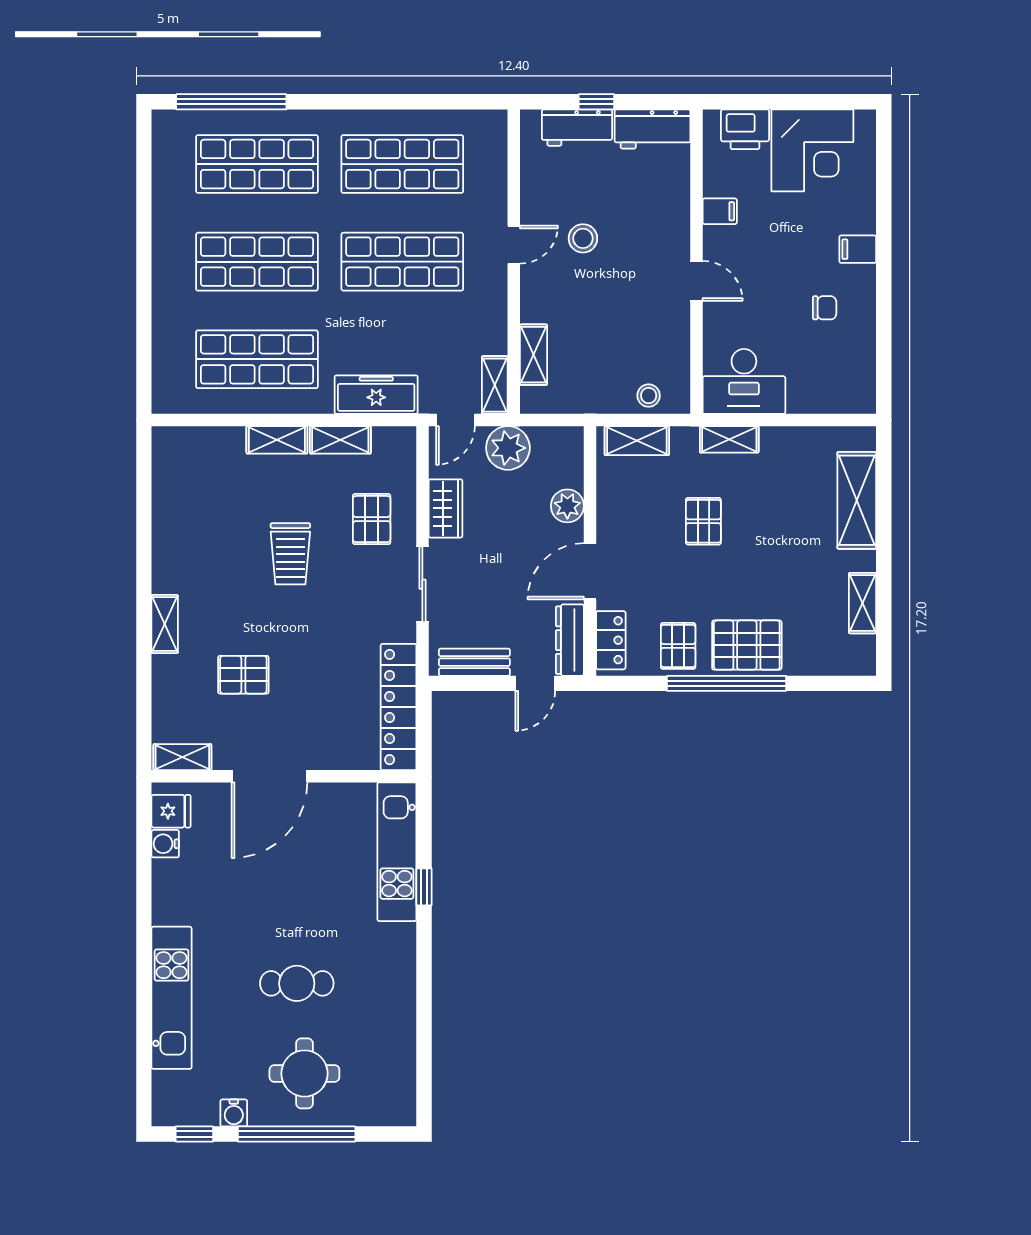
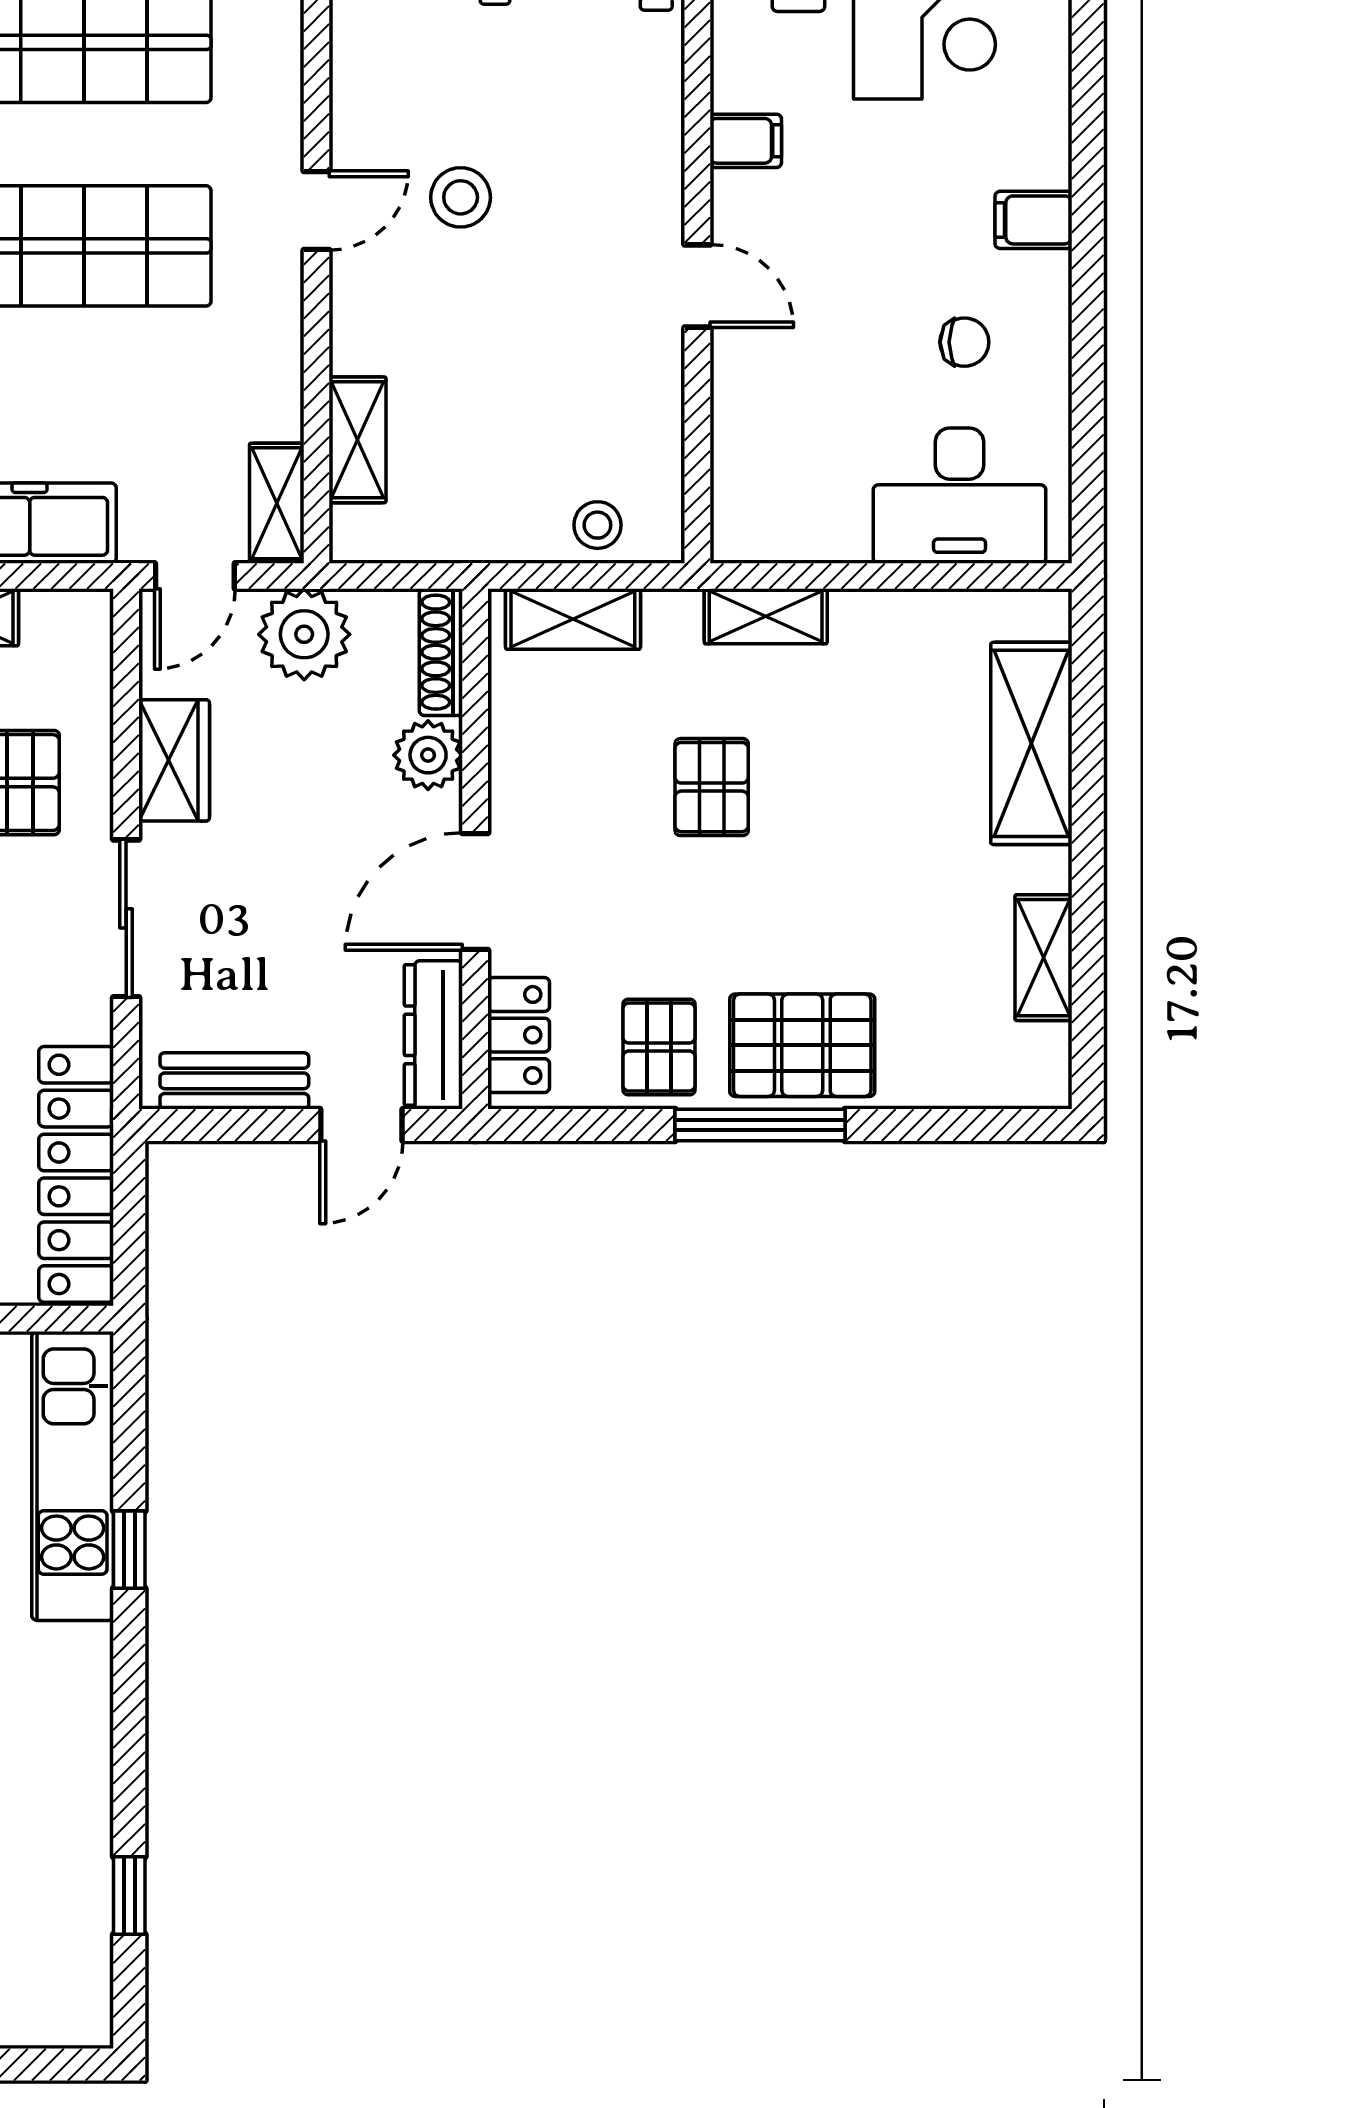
desk: (744, 381) -> (960, 496), moved
shoe rack: (574, 457) -> (441, 652), added
window: (727, 683) -> (760, 1125), width x0.68
window: (424, 1053) -> (129, 1895), added

